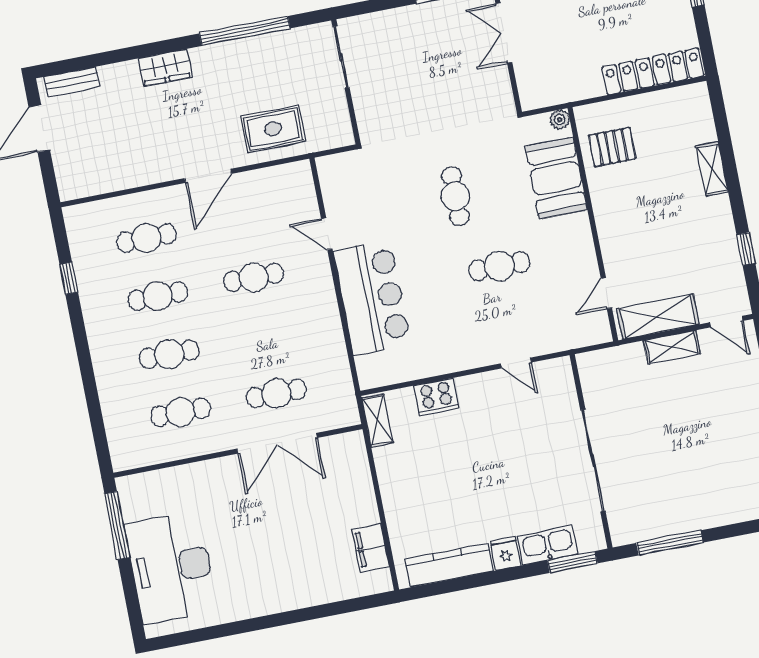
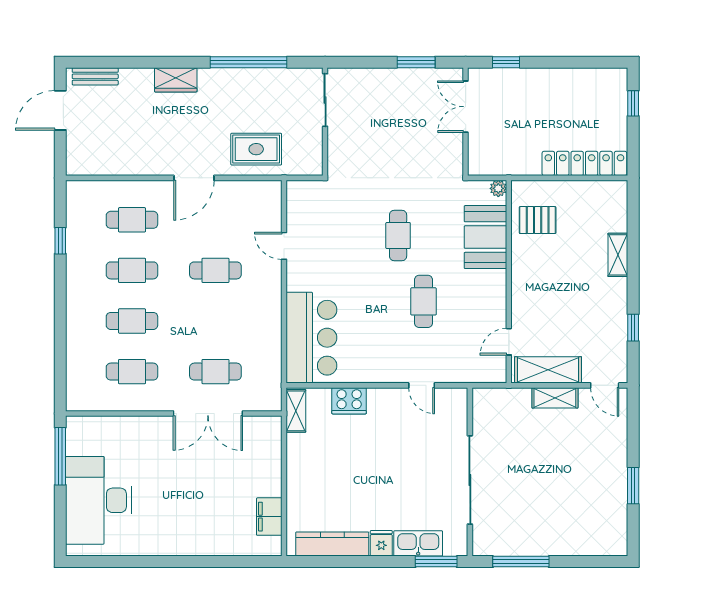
cafe table: (499, 266) -> (424, 301), turned 90
bar counter: (372, 298) -> (311, 338), moved

